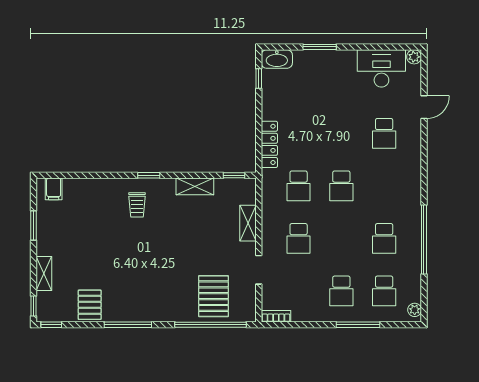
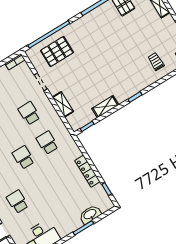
washbasin: (277, 59) -> (90, 214), moved
locker: (269, 144) -> (87, 171), moved
trolley: (137, 205) -> (156, 62), moved
pallet: (213, 296) -> (57, 52), turned 90

